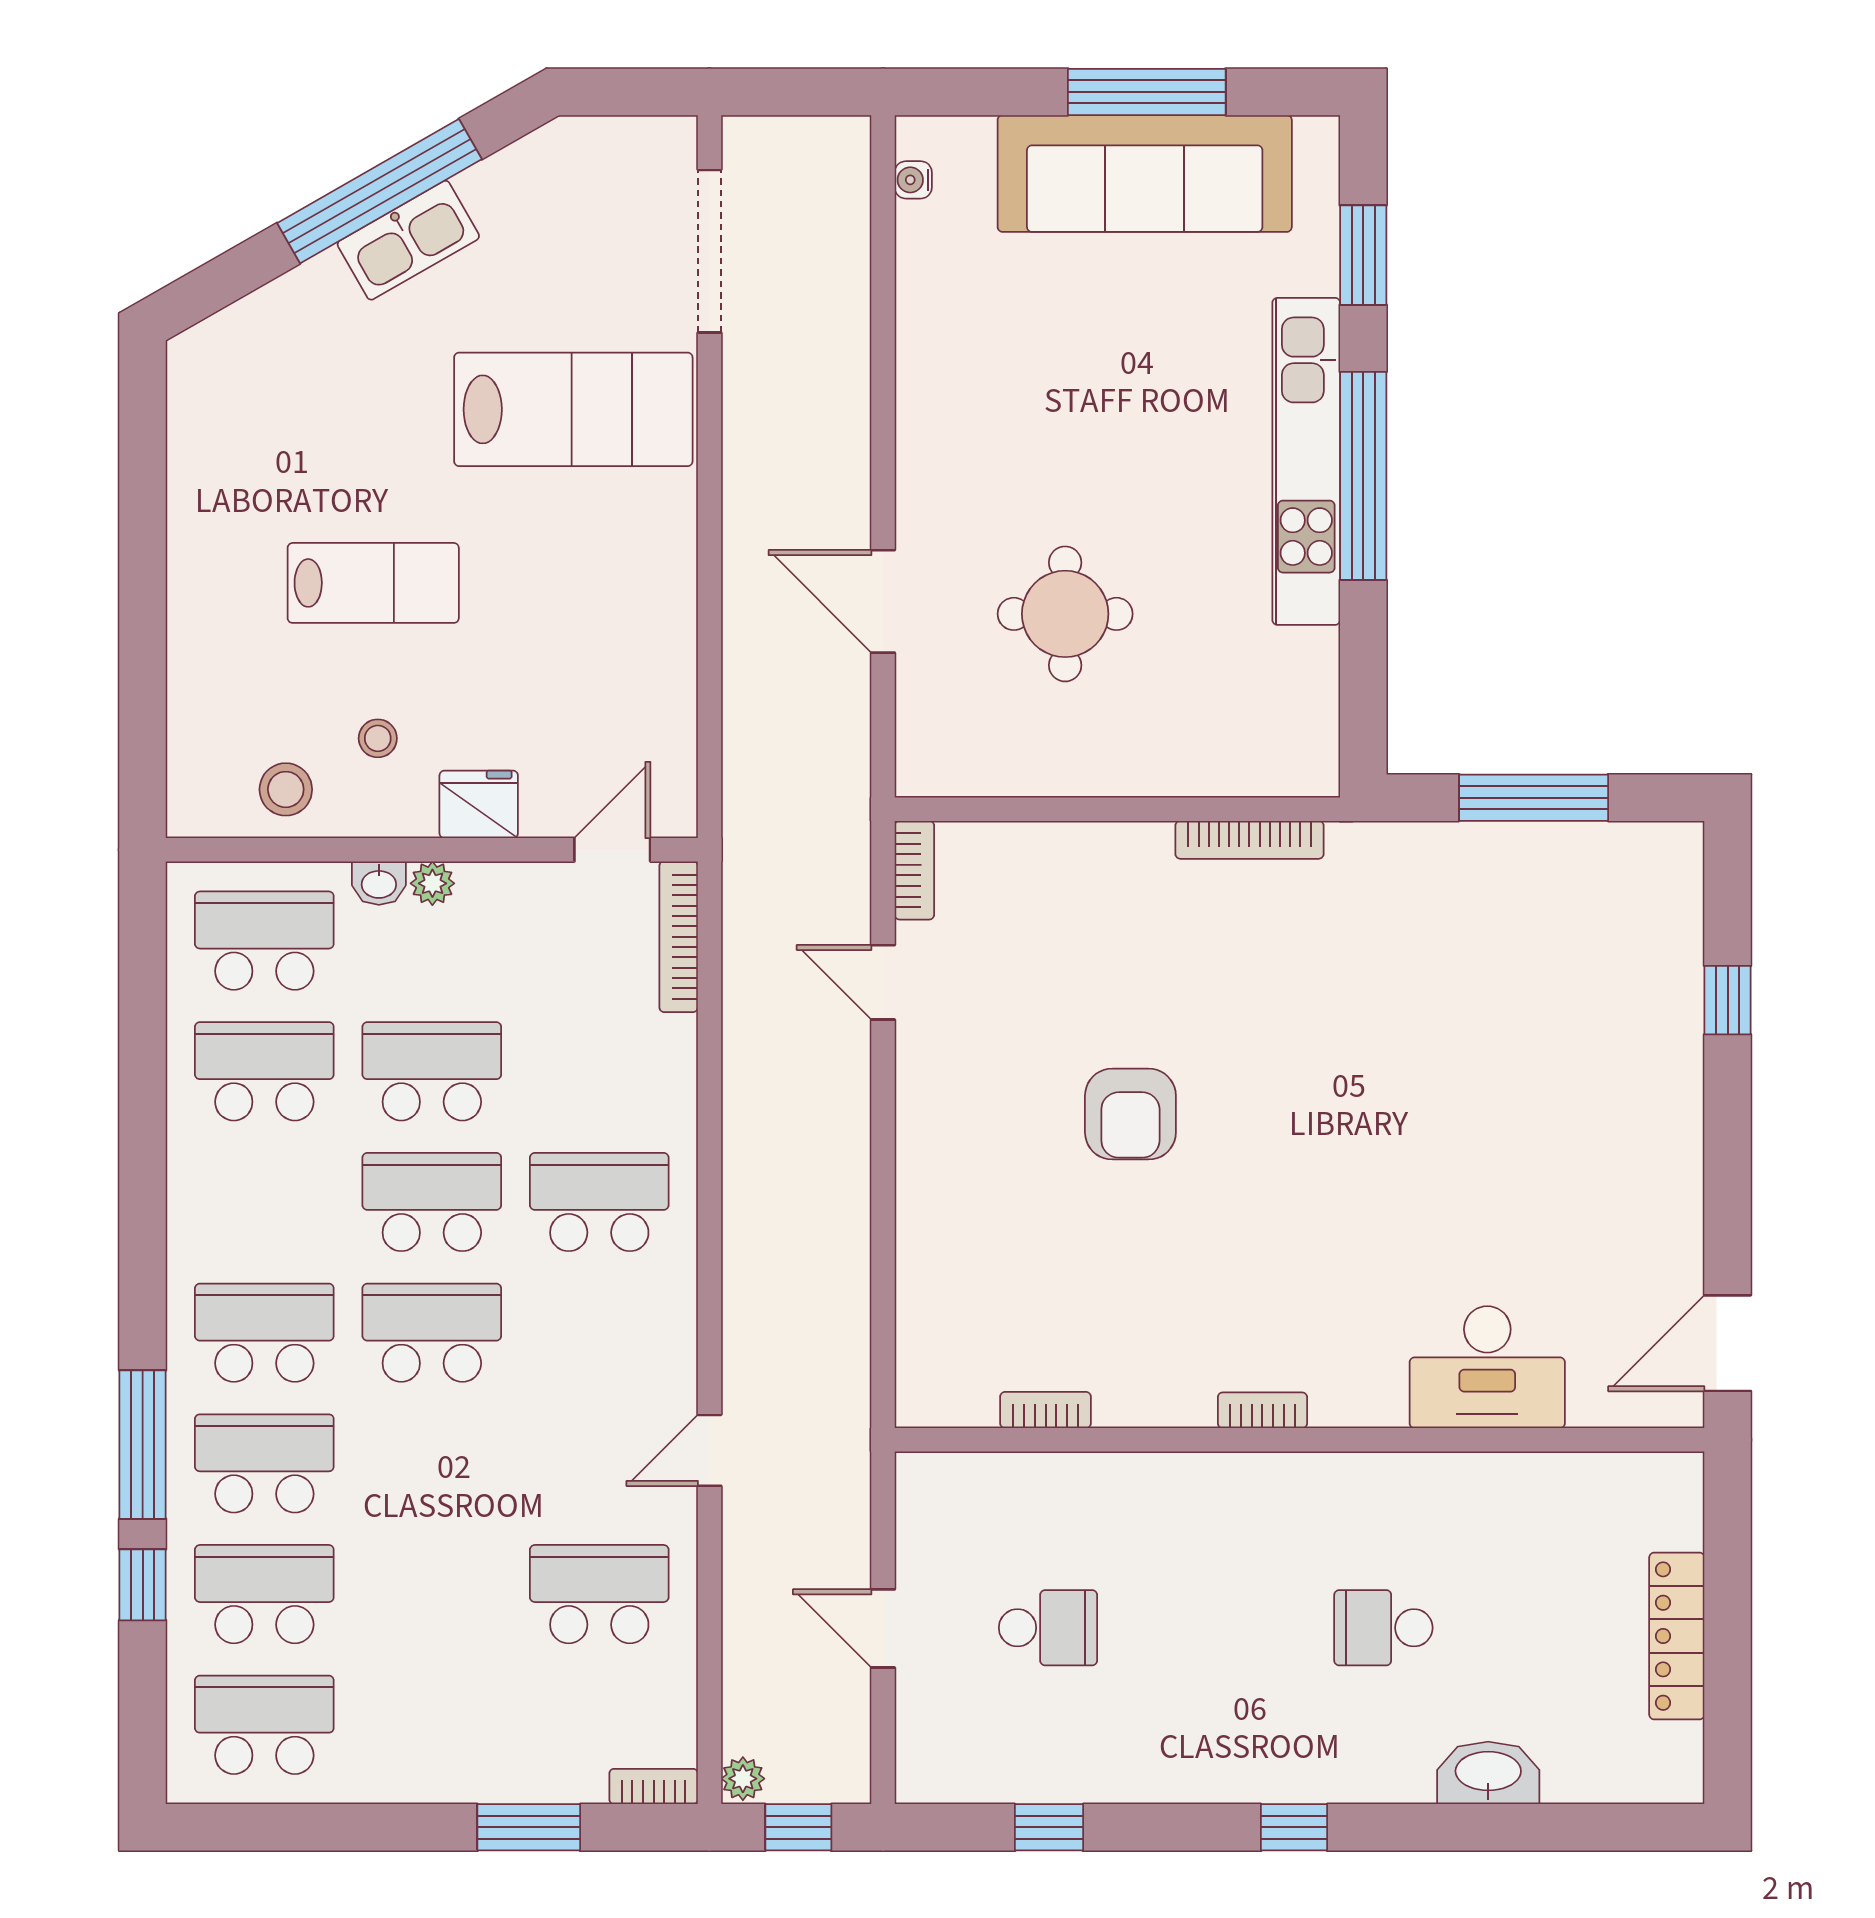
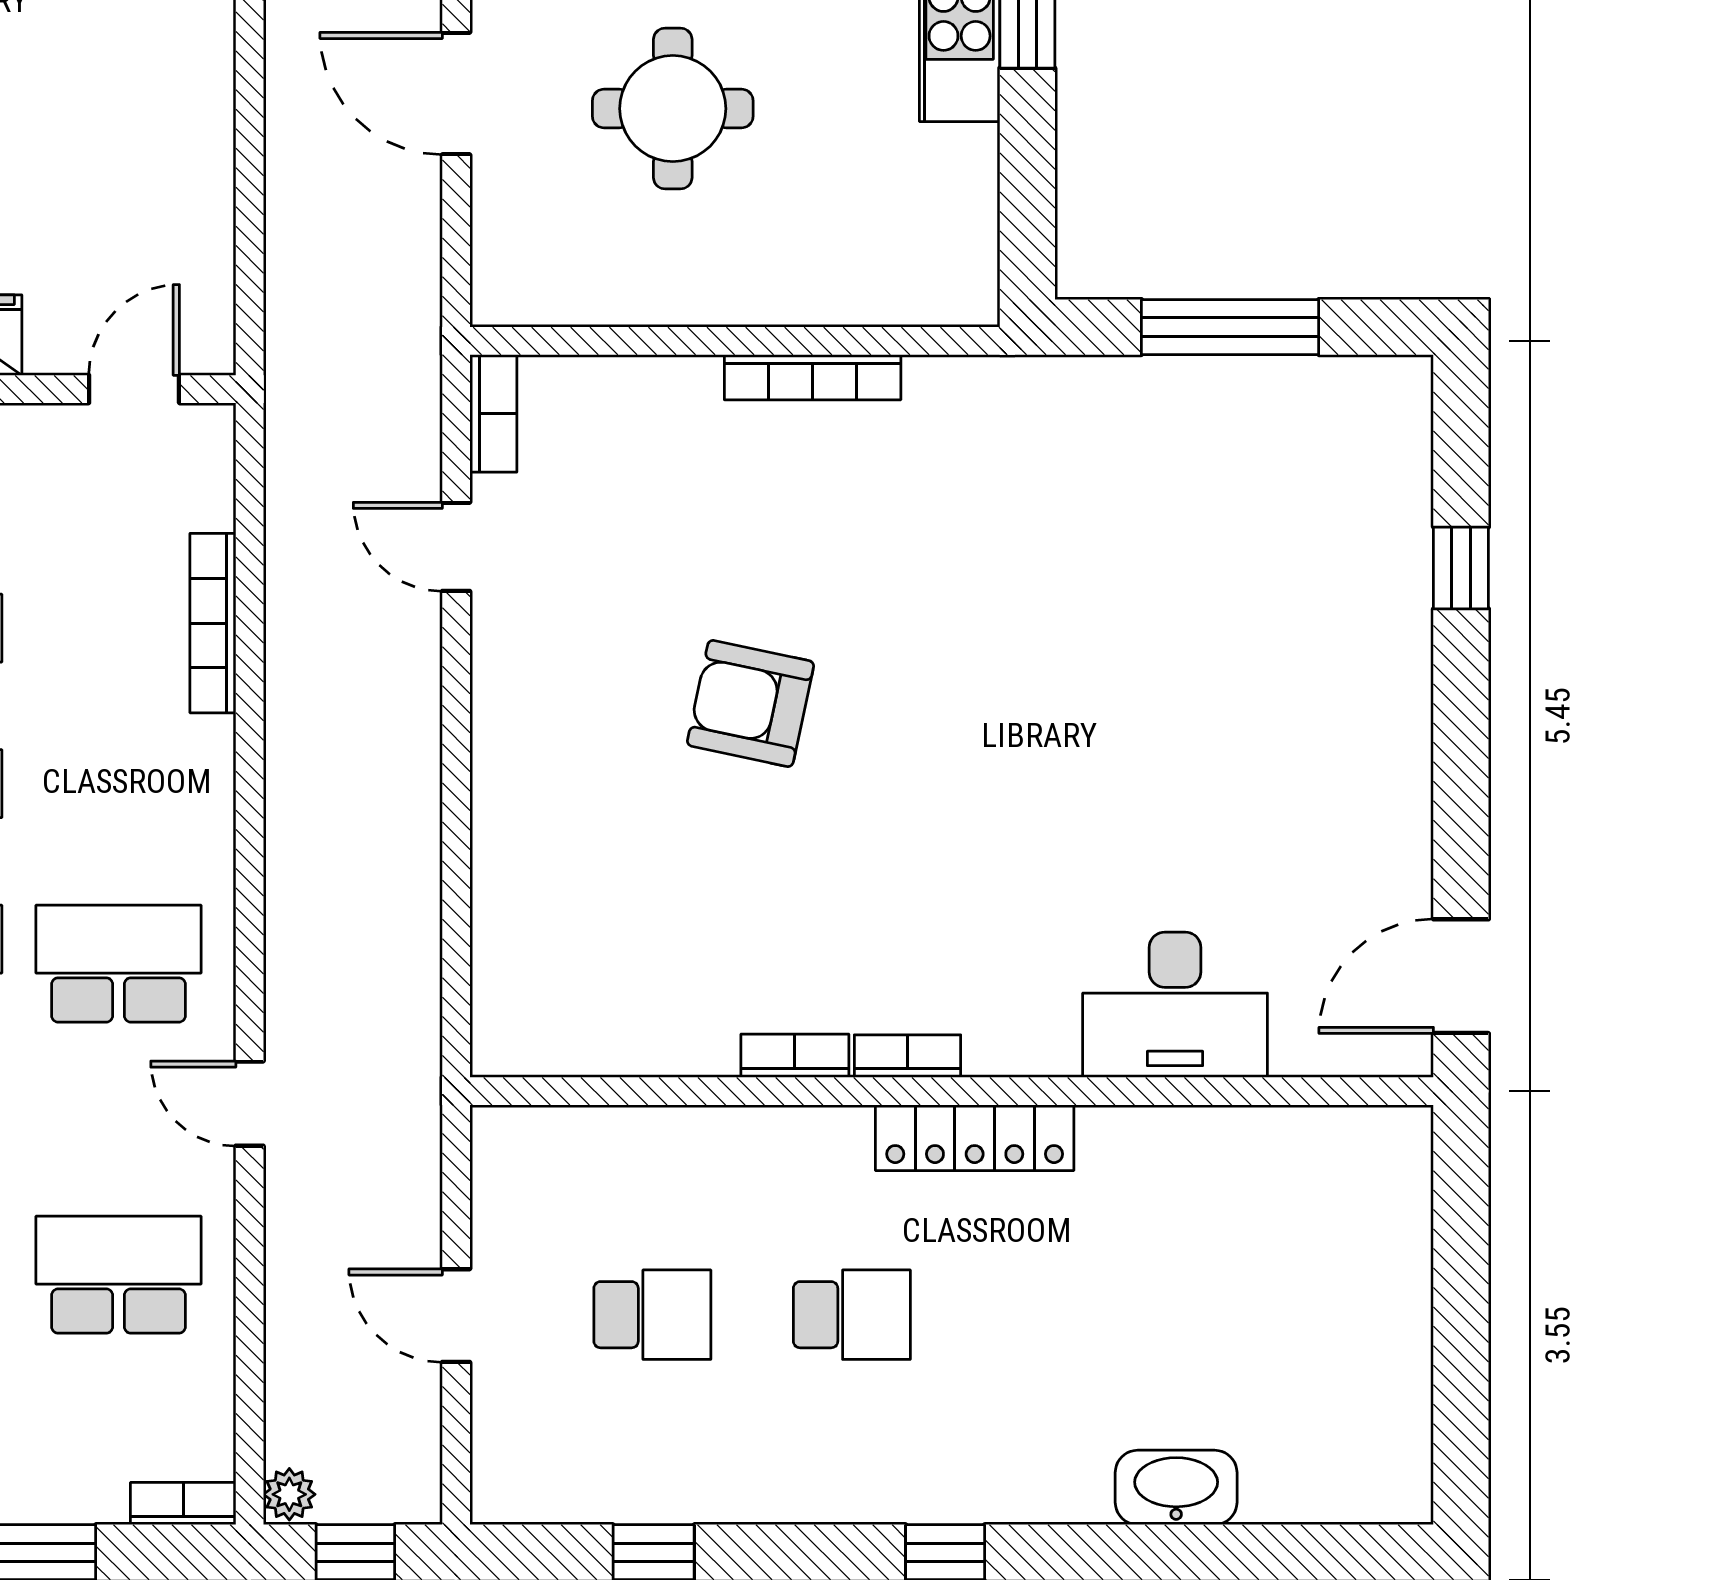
bookcase: (1249, 840) -> (813, 377), moved
bookcase: (679, 937) -> (213, 623), moved
armchair: (1130, 1114) -> (750, 703), turned 102
school desk: (599, 1202) -> (118, 964), moved
bookcase: (1046, 1410) -> (795, 1056), moved
door: (709, 1450) -> (250, 1104), hinge flipped
school desk: (1383, 1628) -> (852, 1315), moved, turned 180
locker: (1677, 1636) -> (975, 1138), moved, turned -90

